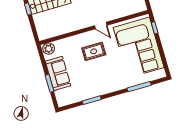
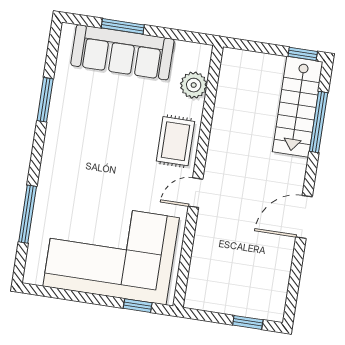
plant: (49, 49) -> (194, 85), moved
rug: (94, 51) -> (175, 141), moved
sofa: (58, 73) -> (122, 52), width x1.36

